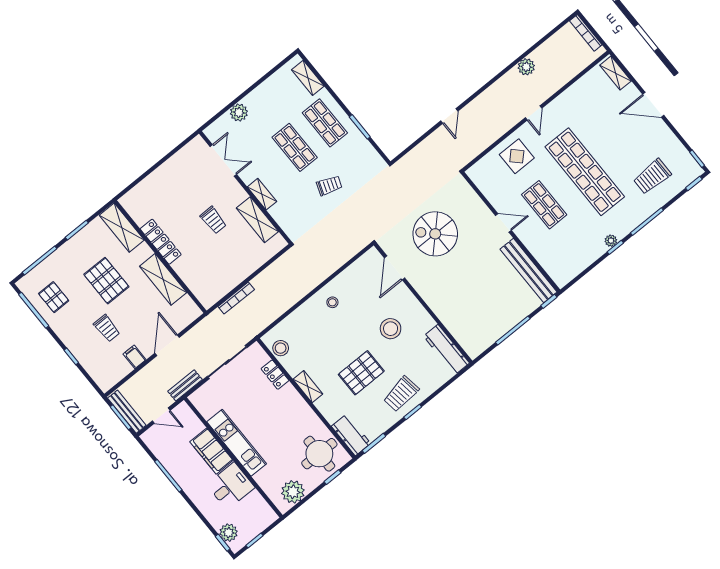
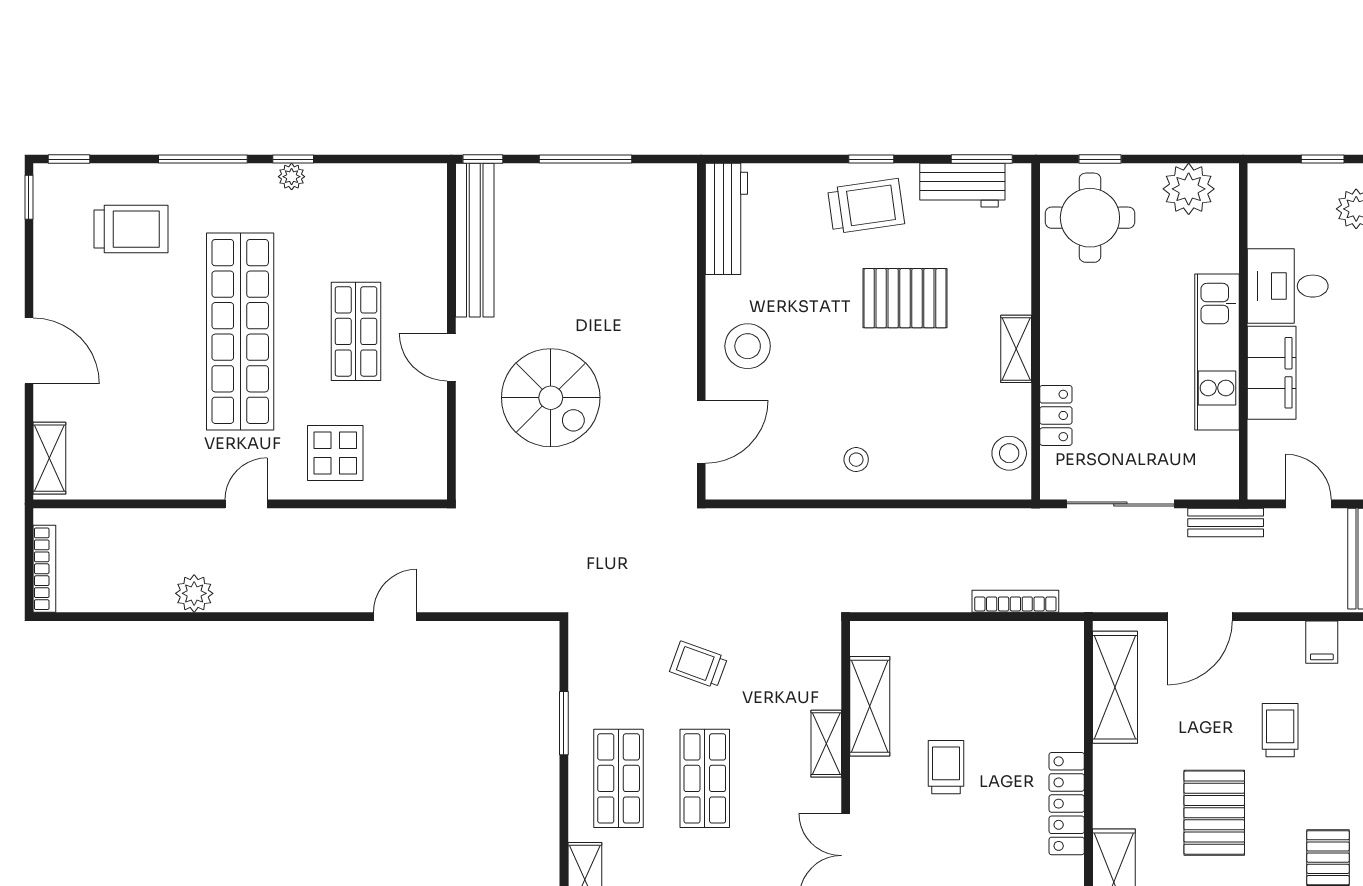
spiral stairs: (435, 234) -> (551, 398), moved
shelving: (163, 279) -> (1115, 687), moved
stool: (391, 329) -> (748, 346), moved
filing cabinet: (135, 357) -> (1322, 642), moved
workbench: (351, 435) -> (962, 185), moved, turned -90

